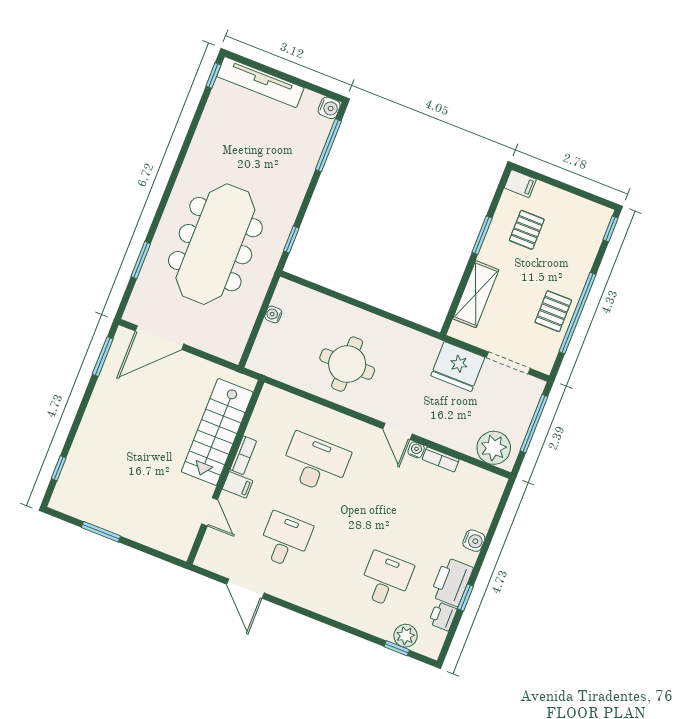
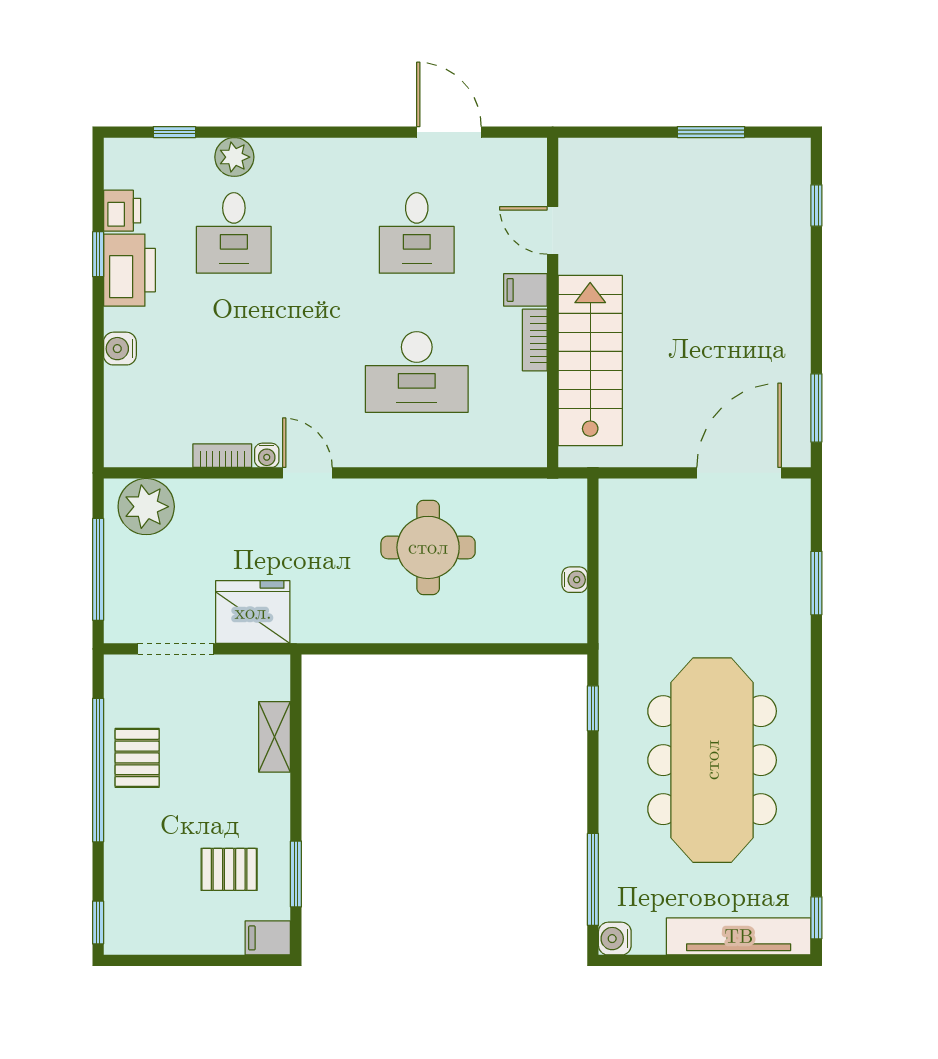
pallet: (527, 230) -> (229, 869), turned 90
window: (482, 235) -> (296, 874), moved
meeting table: (215, 244) -> (712, 760), moved
shelving: (476, 294) -> (275, 737), width x0.67, depth x0.75
plant: (405, 636) -> (234, 157), moved

